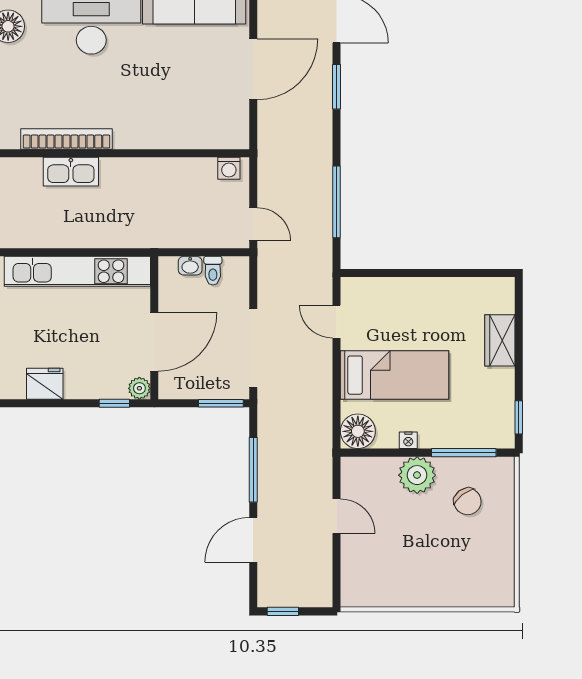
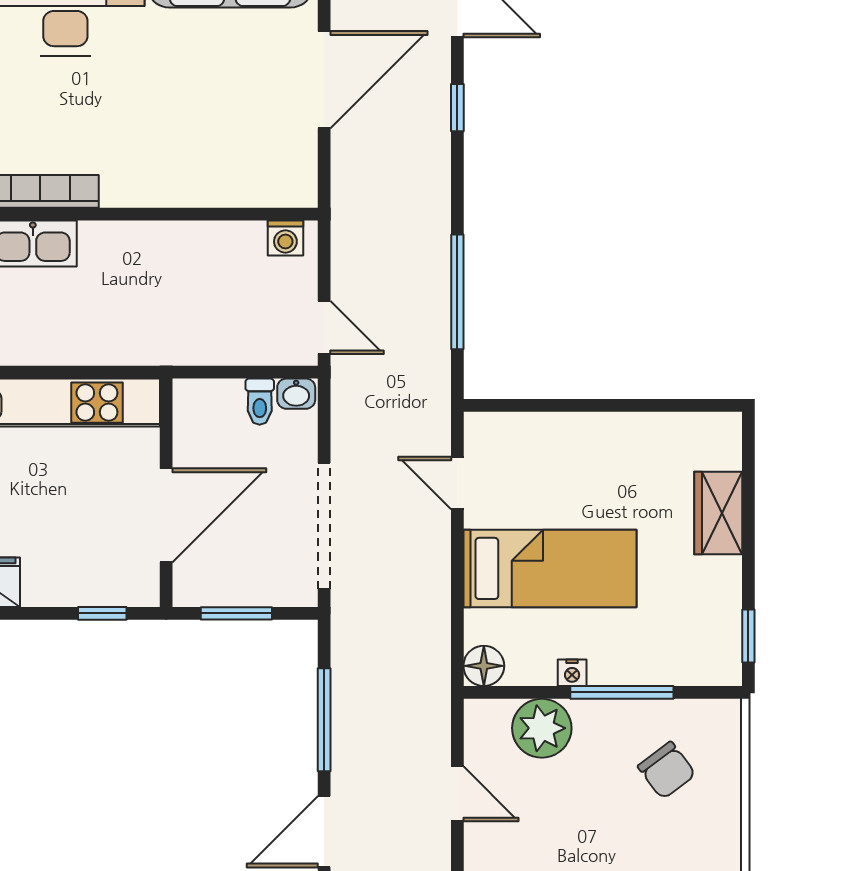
window: (336, 87) -> (457, 108), width x0.67
washbasin: (190, 266) -> (296, 394), moved
plant: (139, 388) -> (142, 590), removed
window: (221, 403) -> (236, 613), moved
floor lamp: (358, 431) -> (484, 666), width x0.73, depth x0.73
window: (464, 453) -> (622, 692), moved
plant: (417, 475) -> (542, 728), moved

